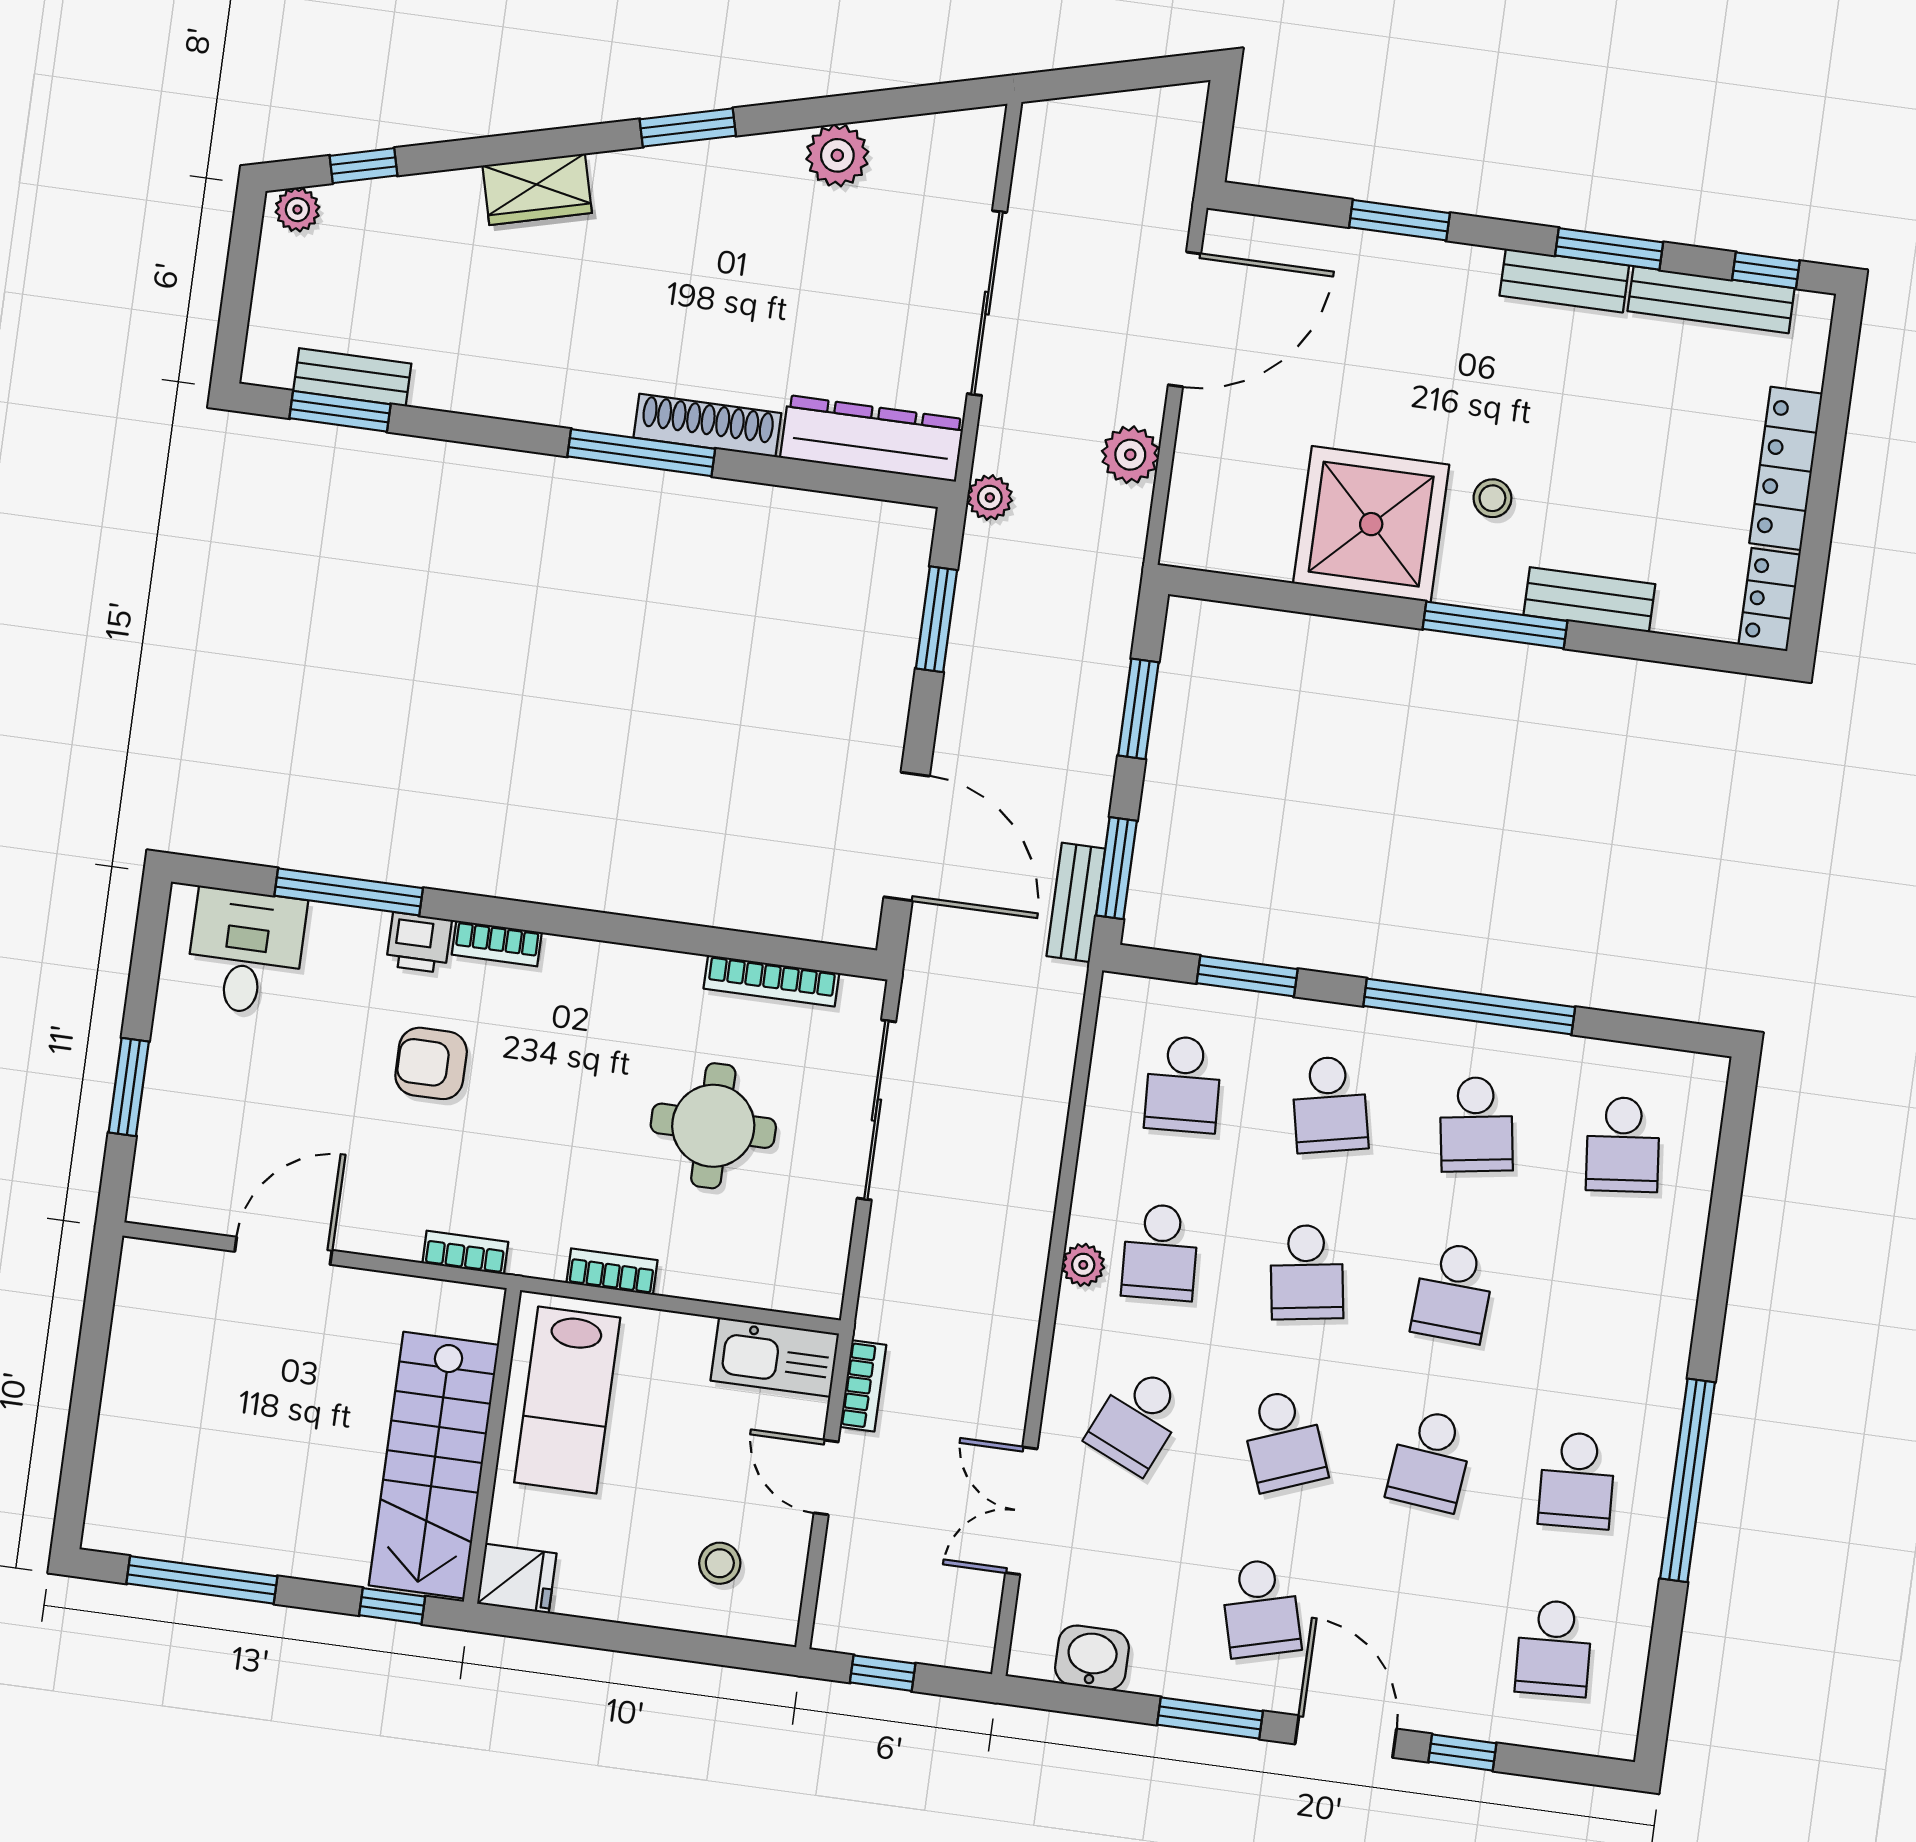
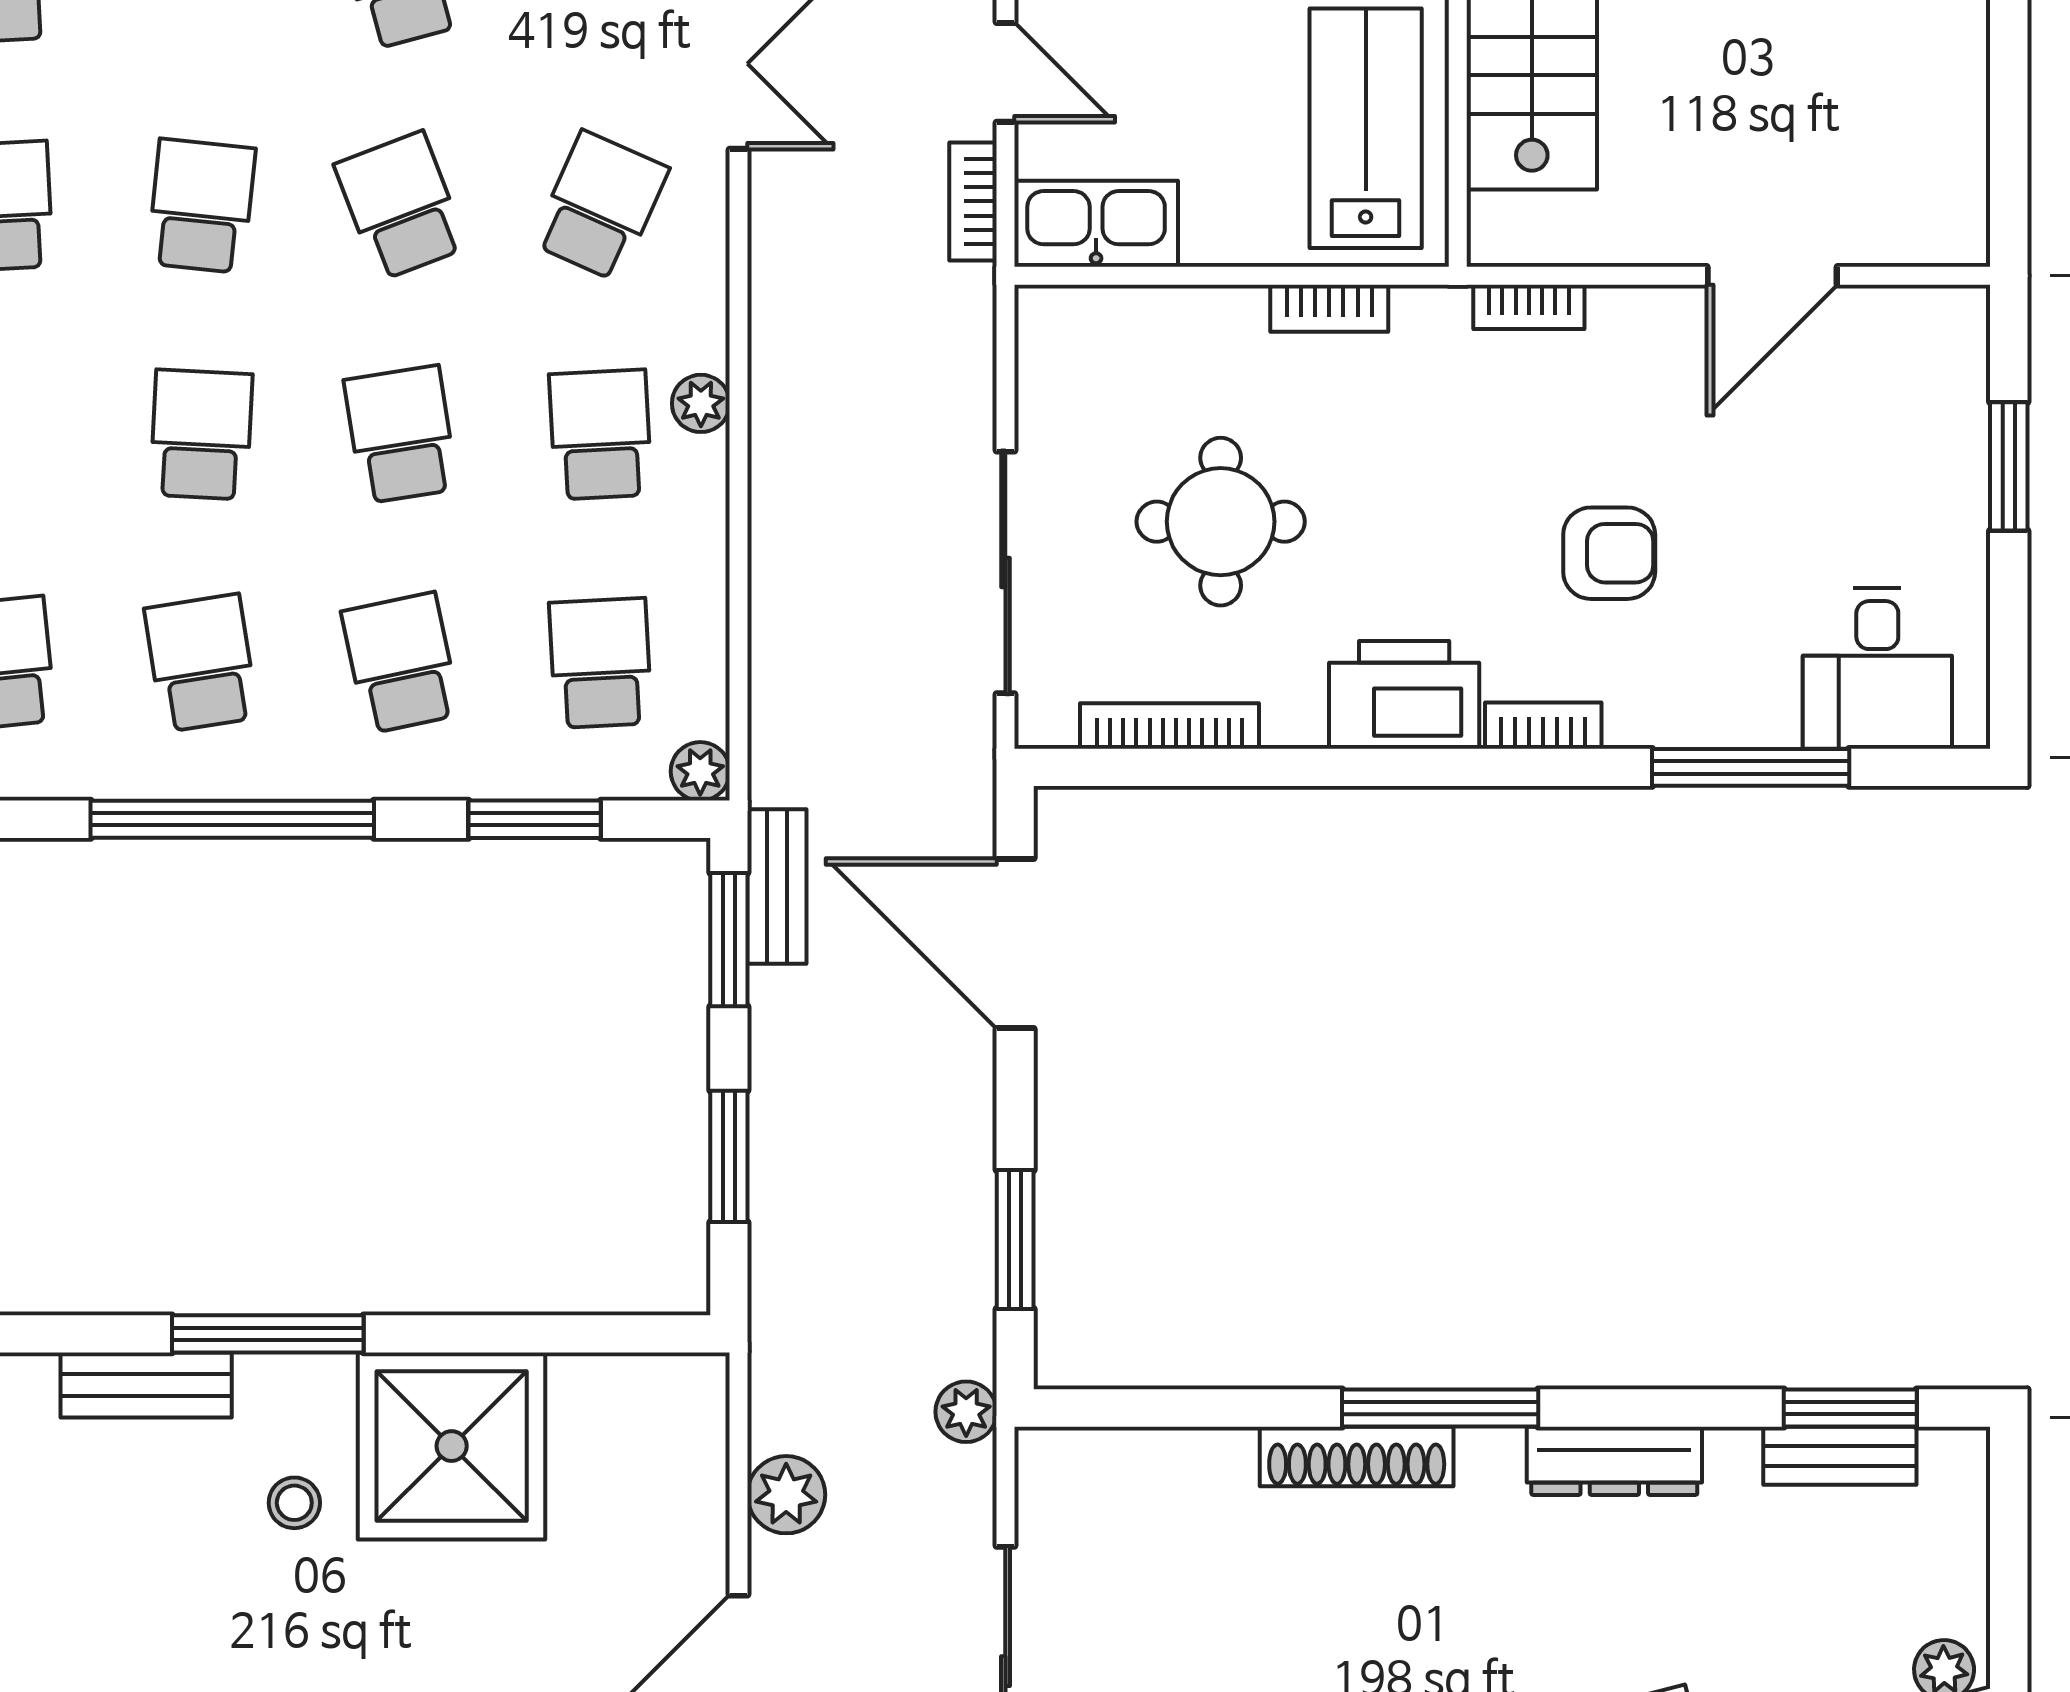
dresser: (872, 438) -> (1614, 1461), moved, width x0.73, depth x0.80
printer: (419, 943) -> (1404, 695), moved, width x1.87, depth x1.48
plant: (1121, 995) -> (700, 771), added

